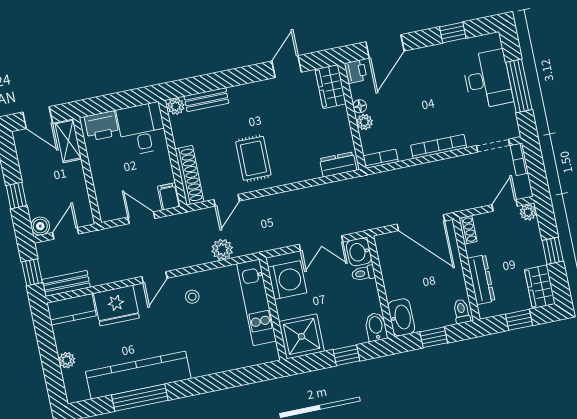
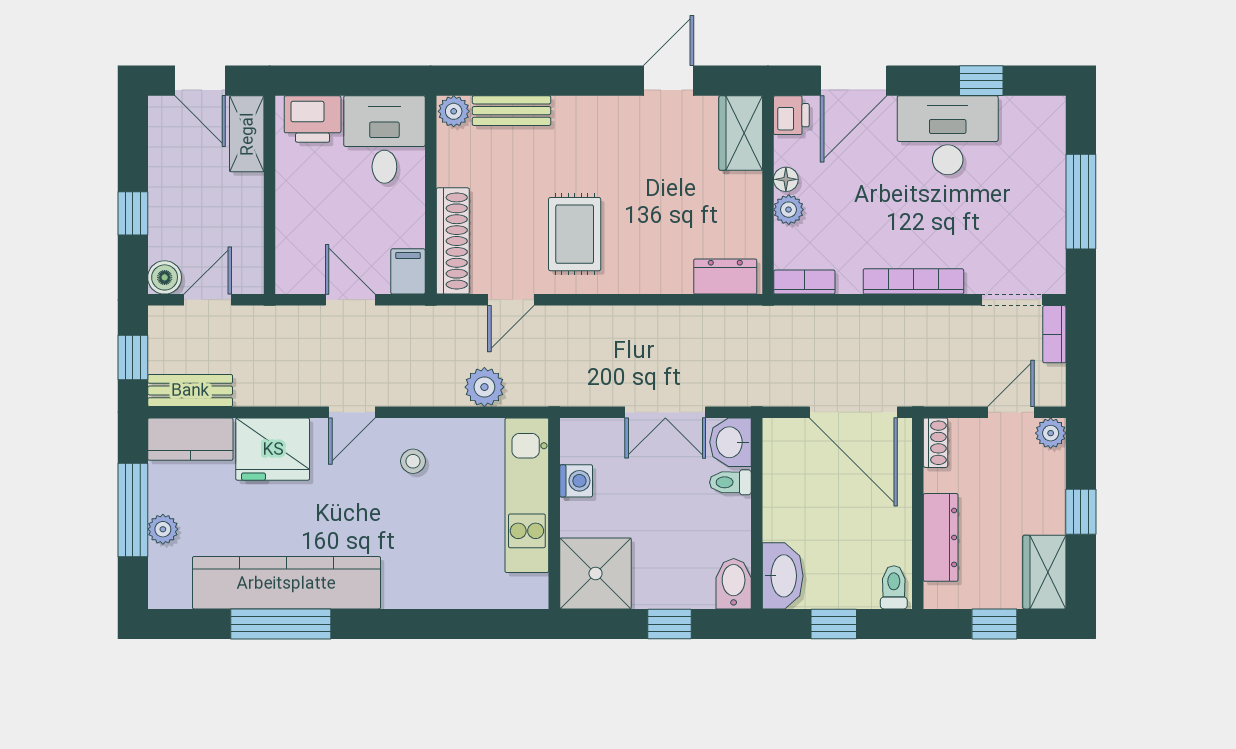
desk: (487, 79) -> (948, 135), moved, turned -90
washing machine: (287, 280) -> (576, 481), width x0.53, depth x0.53
window: (49, 353) -> (133, 510), added

